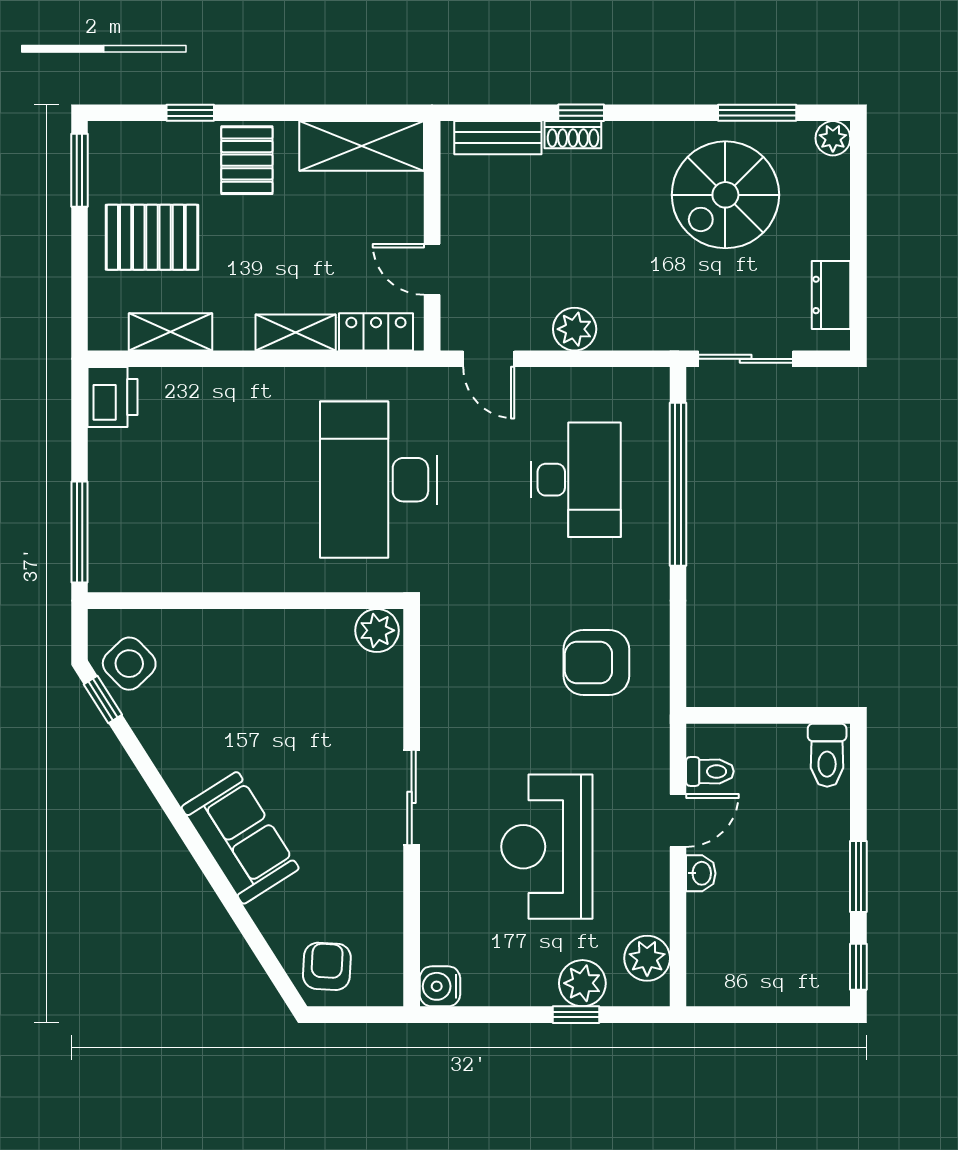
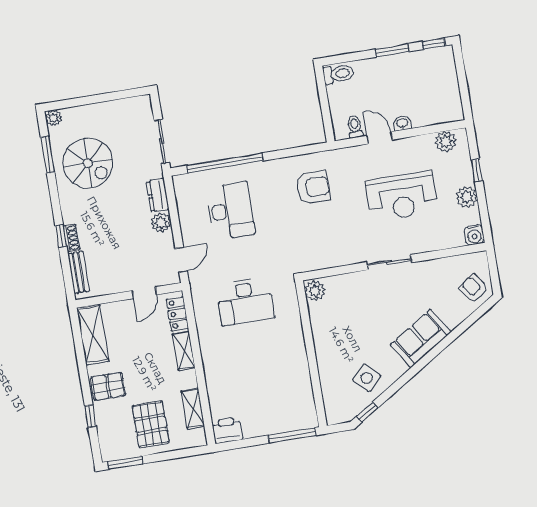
dresser: (831, 295) -> (158, 195), moved, turned 90
desk: (379, 480) -> (245, 301), width x0.73, depth x0.77
desk: (576, 480) -> (230, 211), turned 90
armchair: (596, 663) -> (313, 187), turned -90
side table: (129, 664) -> (367, 378), moved
armchair: (327, 966) -> (473, 289), turned 52
plant: (582, 983) -> (467, 197), moved

